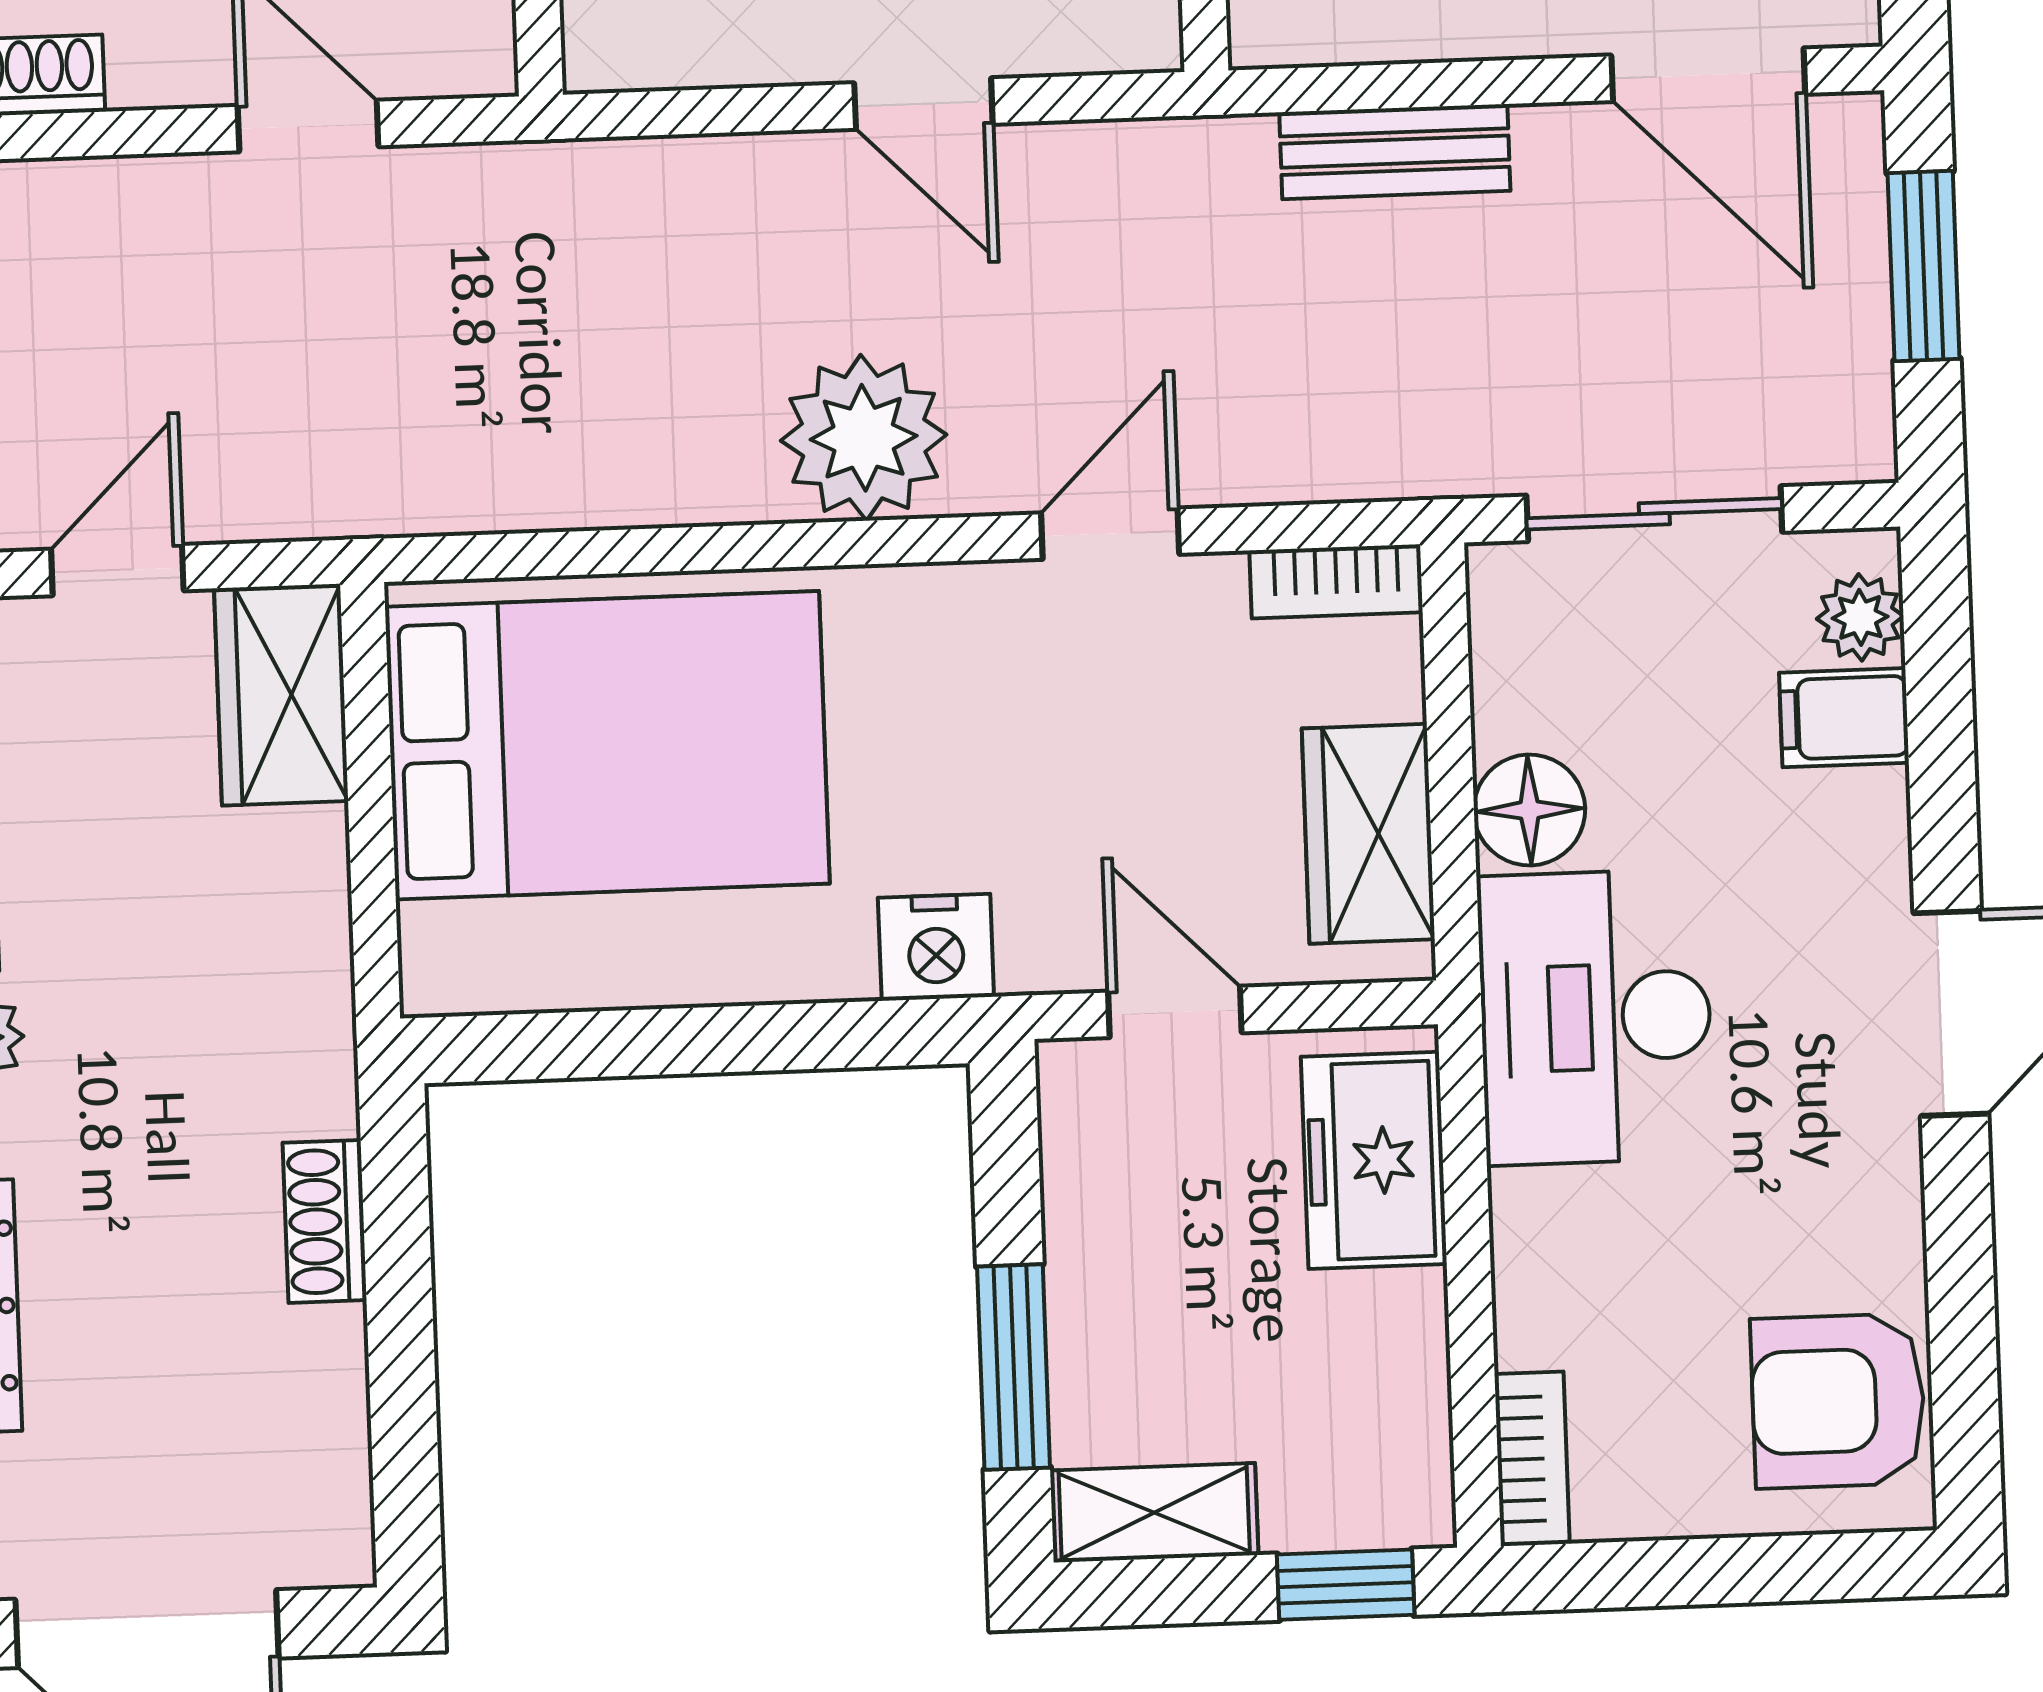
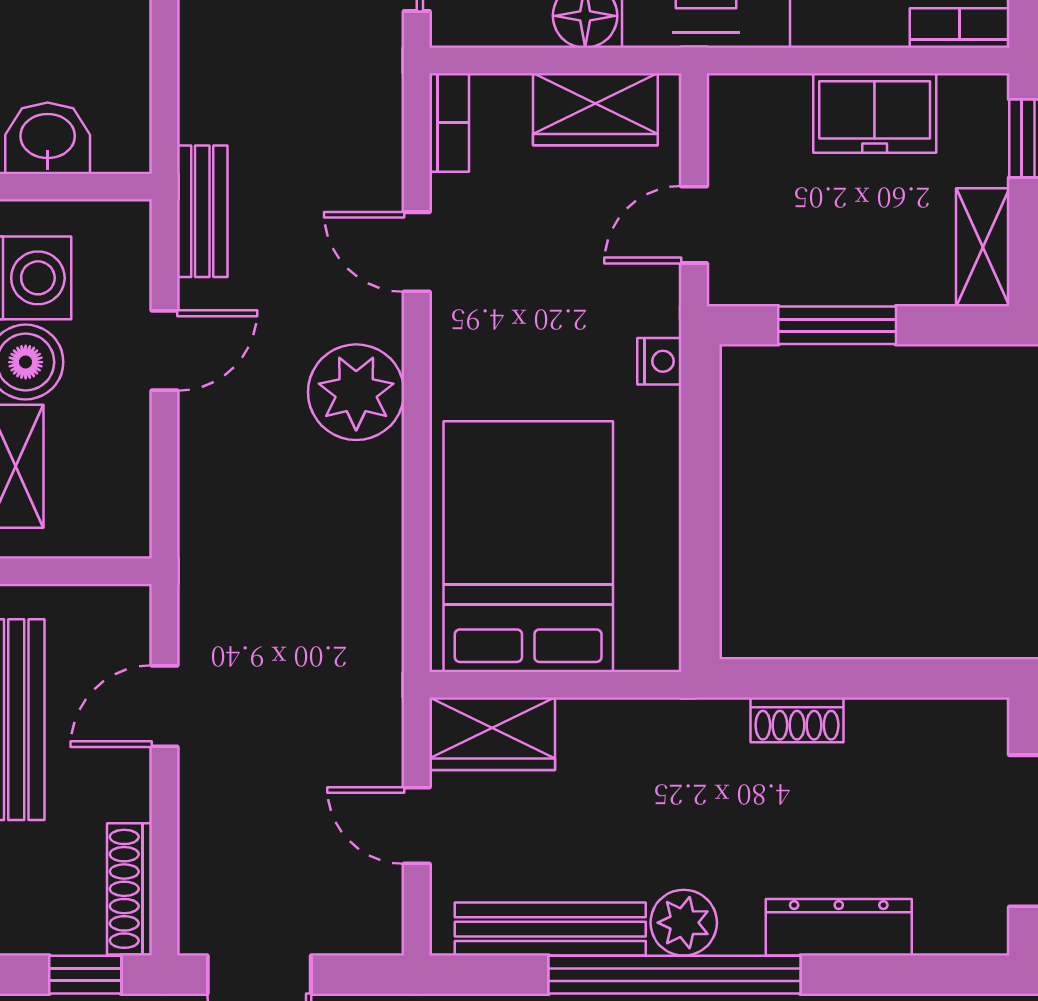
bench: (1395, 152) -> (202, 211), moved
nightstand: (936, 947) -> (659, 361), width x0.72, depth x0.74
freezer: (1374, 1160) -> (875, 113), moved
window: (1014, 1367) -> (837, 325), moved

